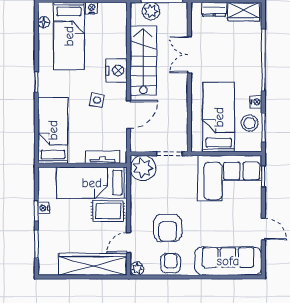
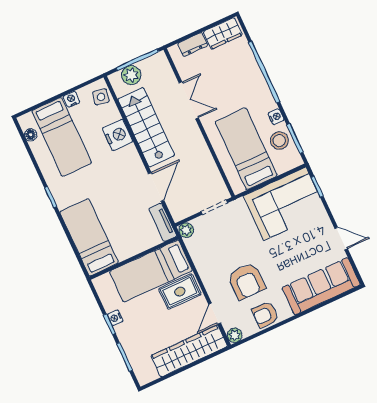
double door: (189, 55) -> (189, 100), swing flipped
nightstand: (116, 70) -> (118, 135), moved
side table: (97, 100) -> (101, 97), moved
tv unit: (102, 157) -> (163, 222), moved, turned -90
plant: (143, 168) -> (186, 230), width x0.53, depth x0.53
armchair: (170, 263) -> (265, 315), turned -90

